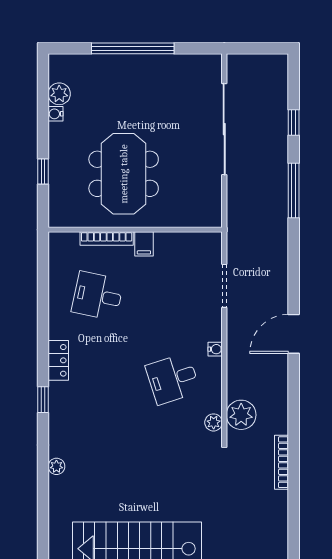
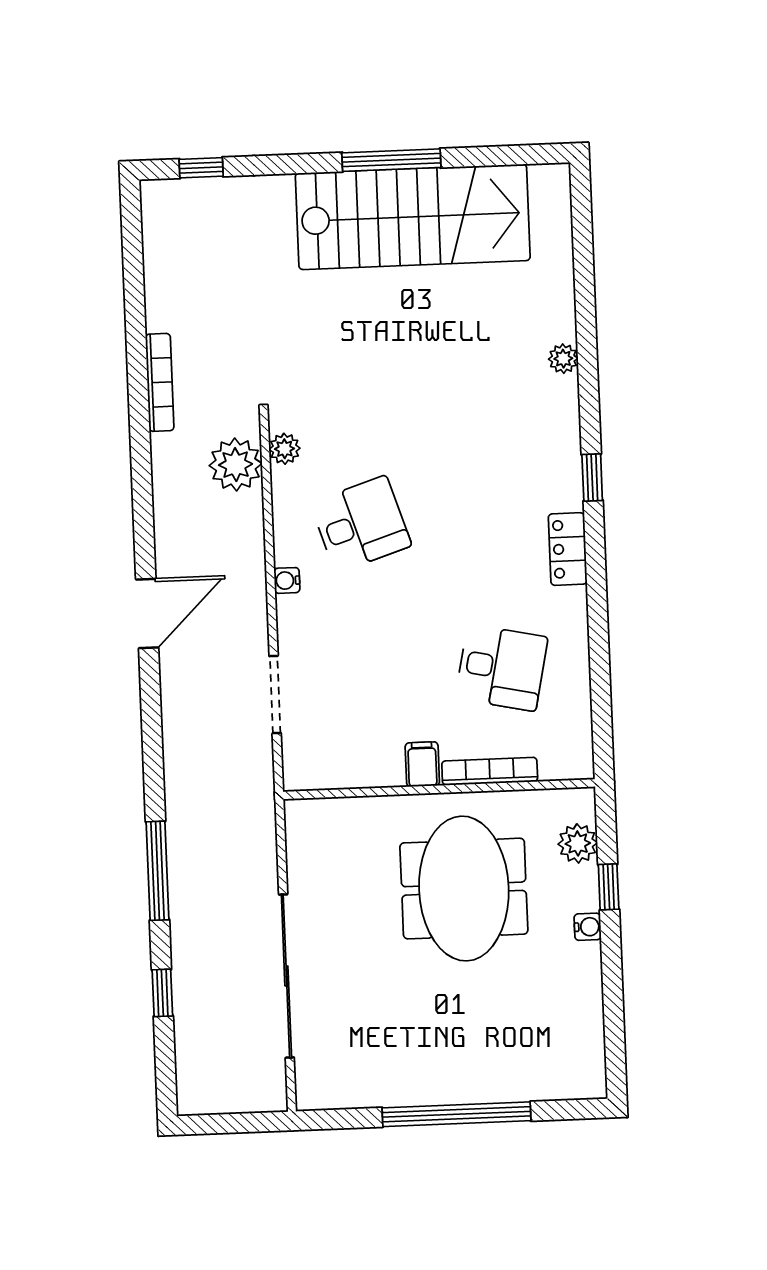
plant: (59, 94) -> (578, 843), moved
water cooler: (56, 114) -> (588, 927), moved

